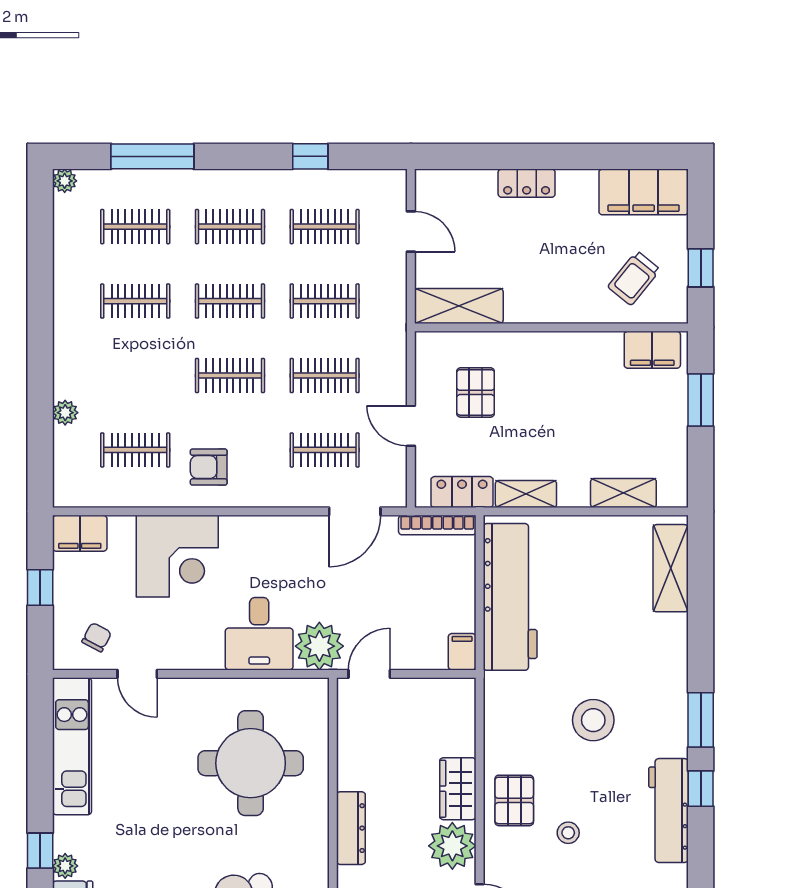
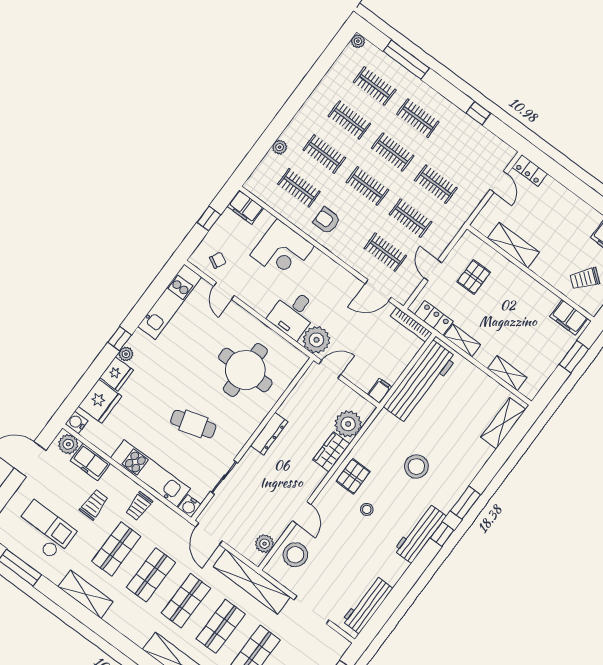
locker: (527, 183) -> (530, 170), moved
clothes rail: (325, 227) -> (324, 154), moved
shelving: (459, 306) -> (513, 245), moved
plant: (452, 846) -> (348, 424), moved

